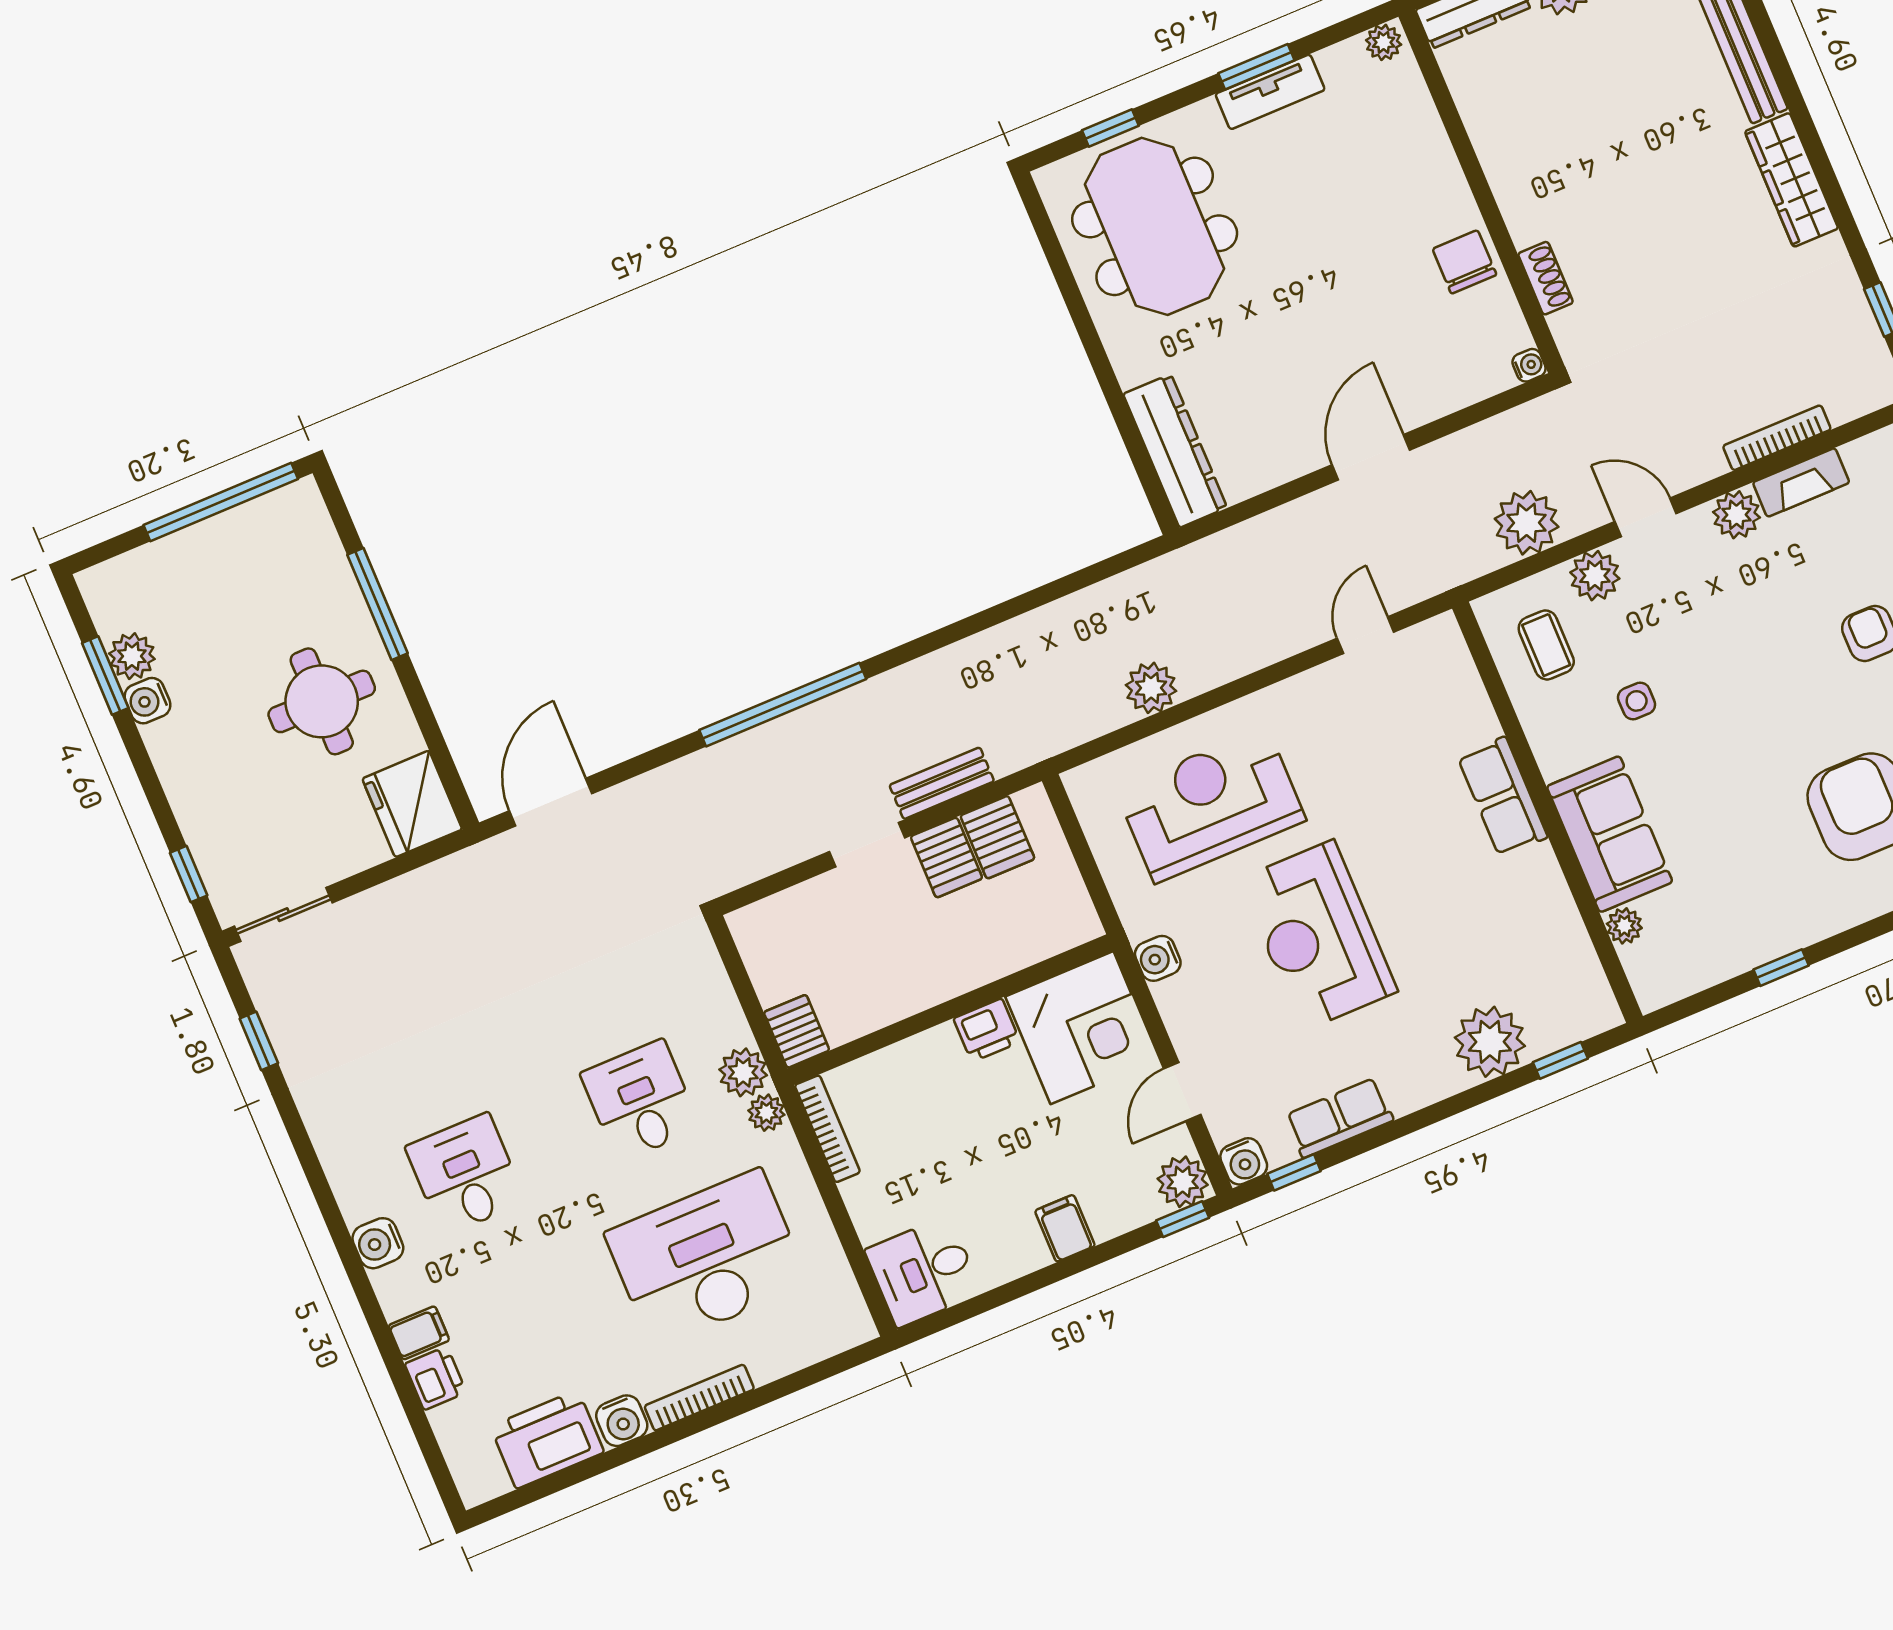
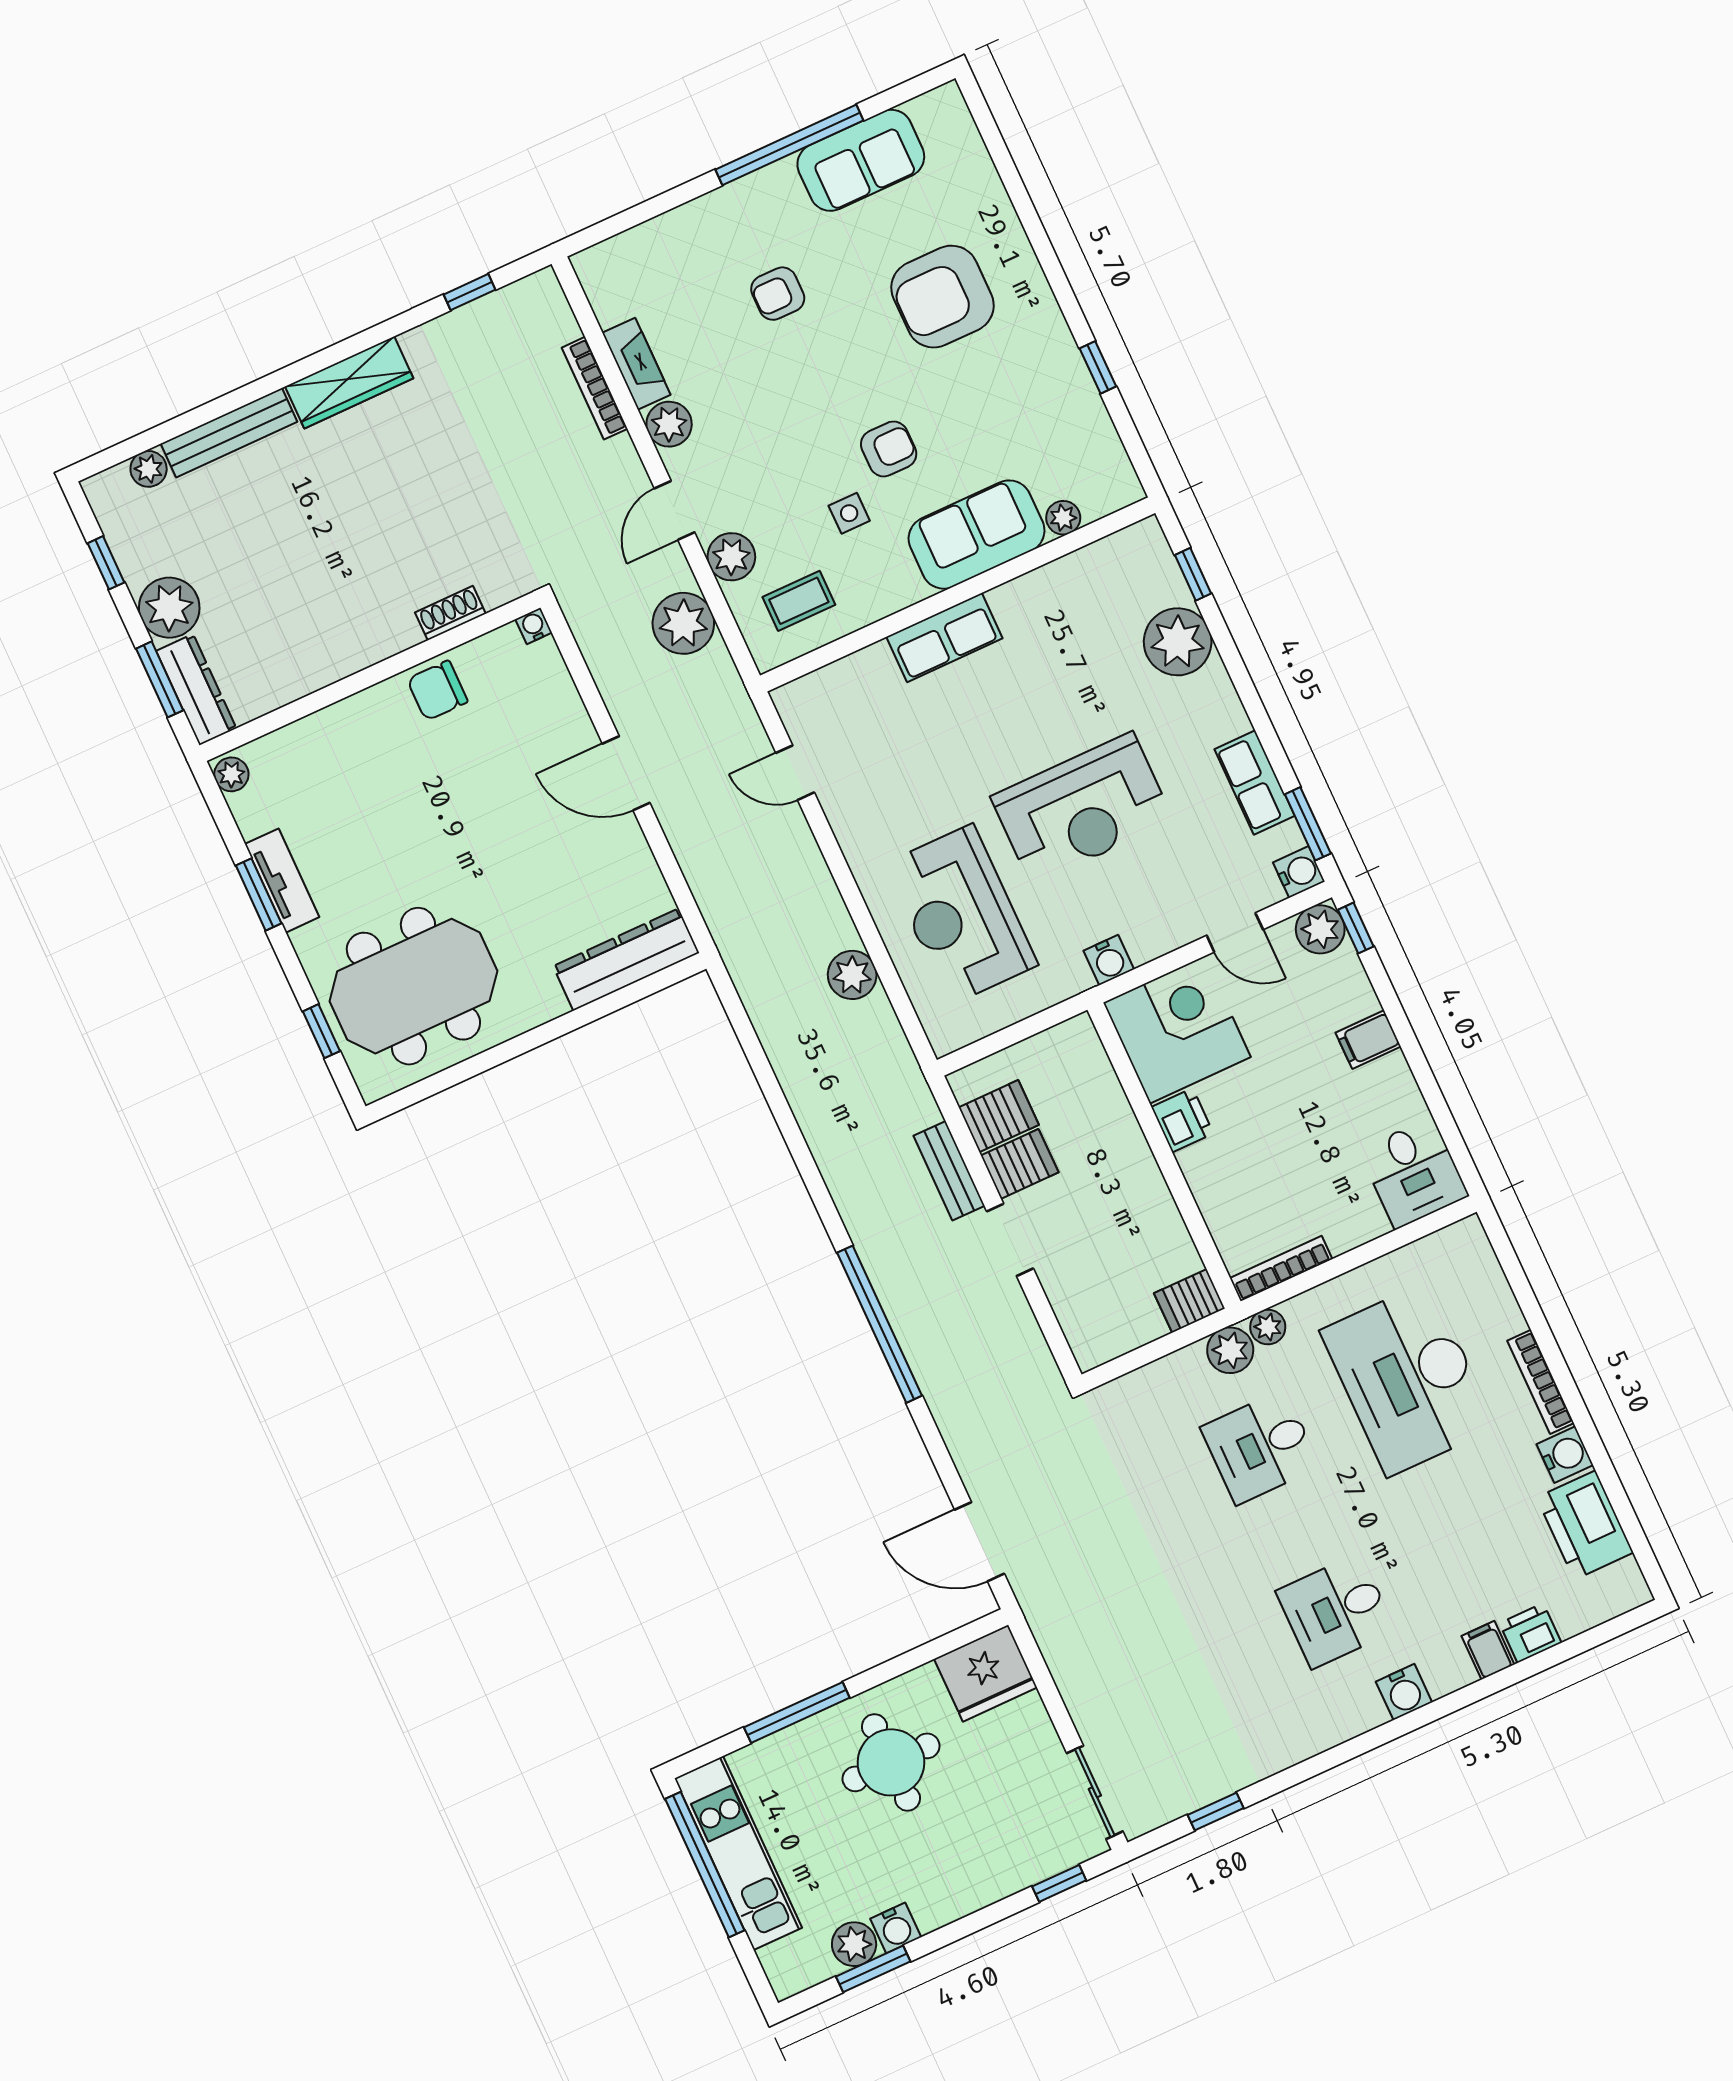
kitchen unit: (232, 538) -> (738, 1853), added
armchair: (1703, 745) -> (889, 449), added
window: (1294, 1172) -> (1308, 824), width x1.50

